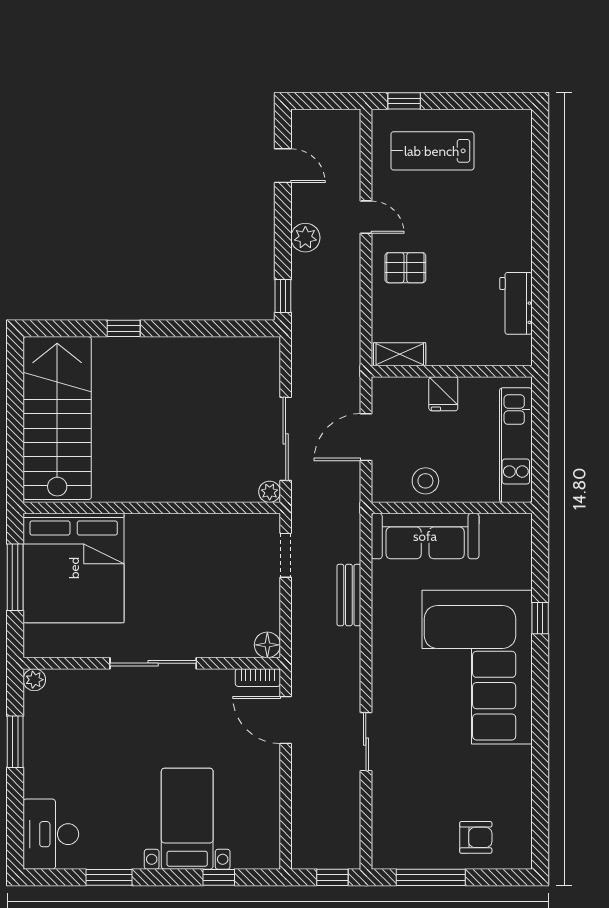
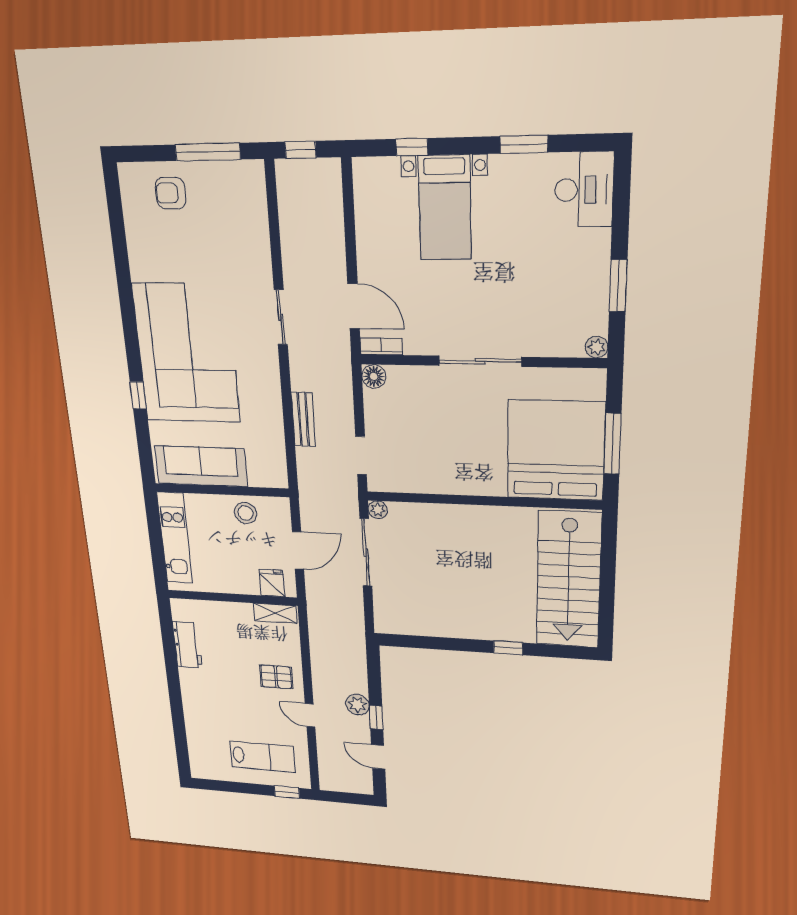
window: (283, 296) -> (376, 718), moved
fridge: (443, 394) -> (272, 583), moved
sofa: (425, 536) -> (201, 466), moved
sliding door: (366, 742) -> (281, 317), moved

